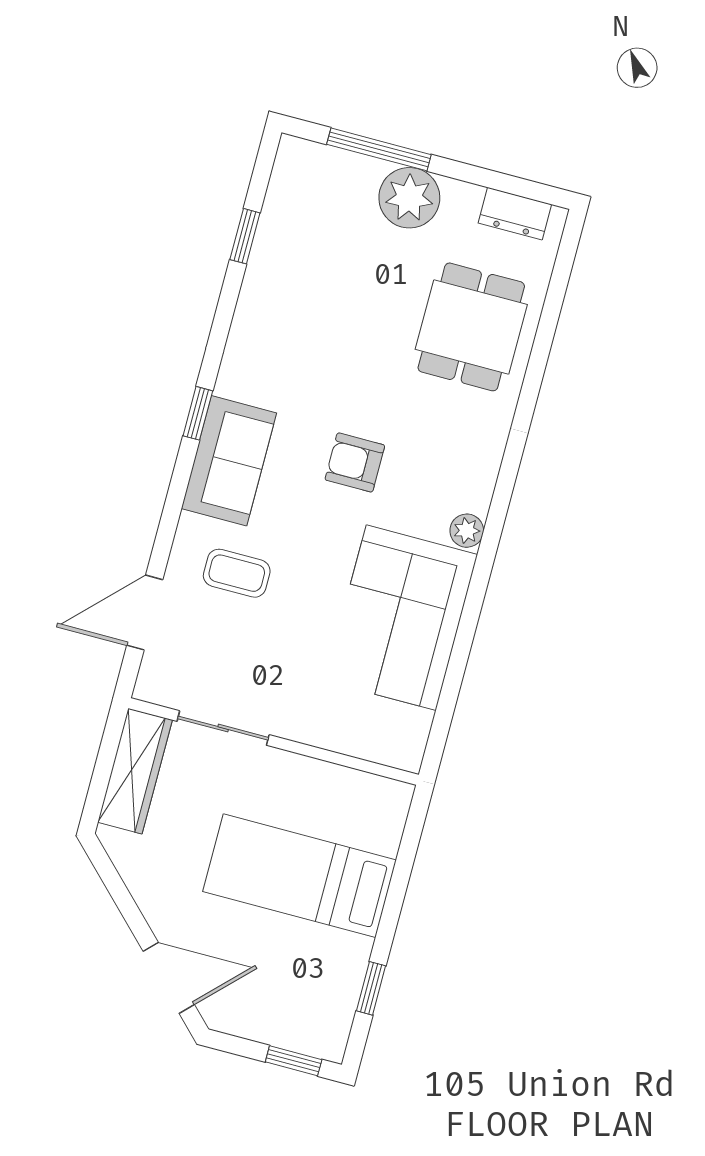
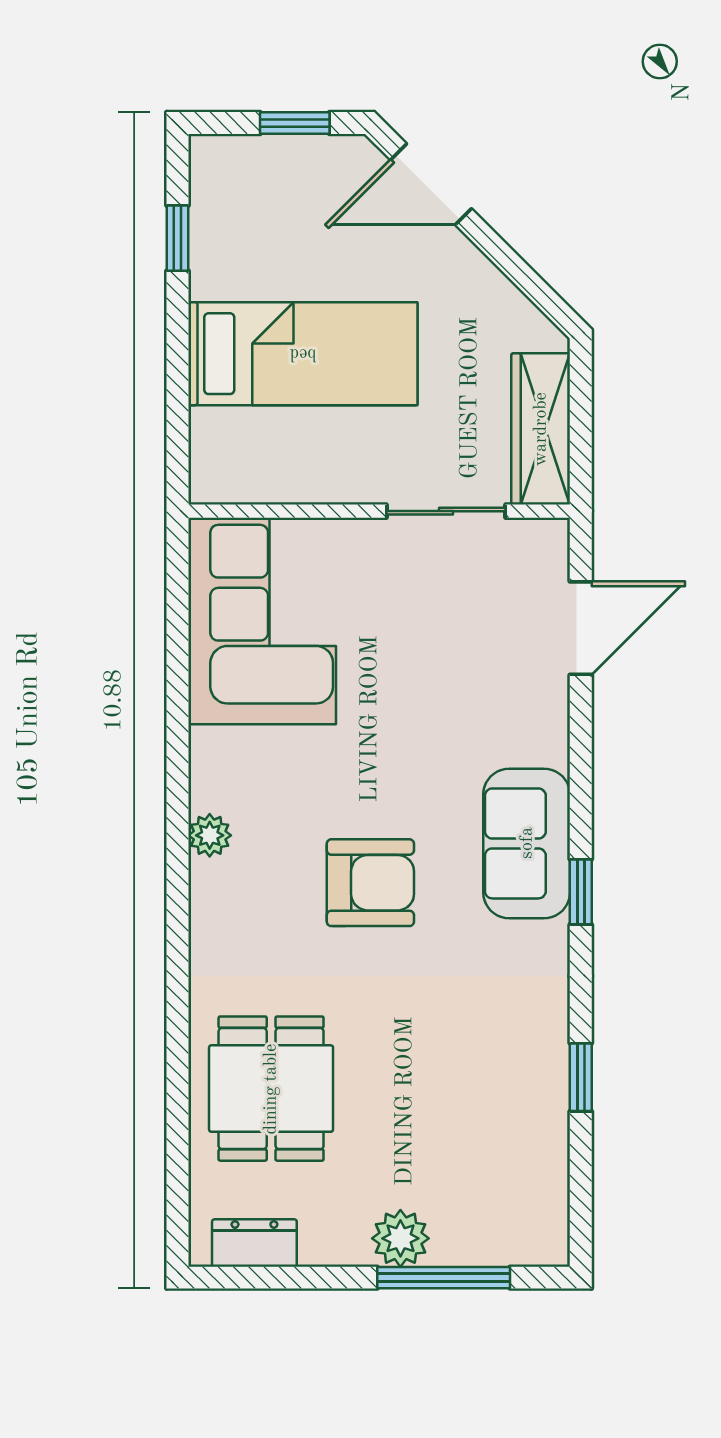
plant: (409, 198) -> (400, 1238), width x0.73, depth x0.73
window: (245, 236) -> (581, 1077), moved
armchair: (355, 462) -> (370, 883), width x1.38, depth x1.38
coffee table: (237, 573) -> (480, 707), removed
corner sofa: (401, 618) -> (262, 621), moved
window: (294, 1061) -> (295, 123), moved

